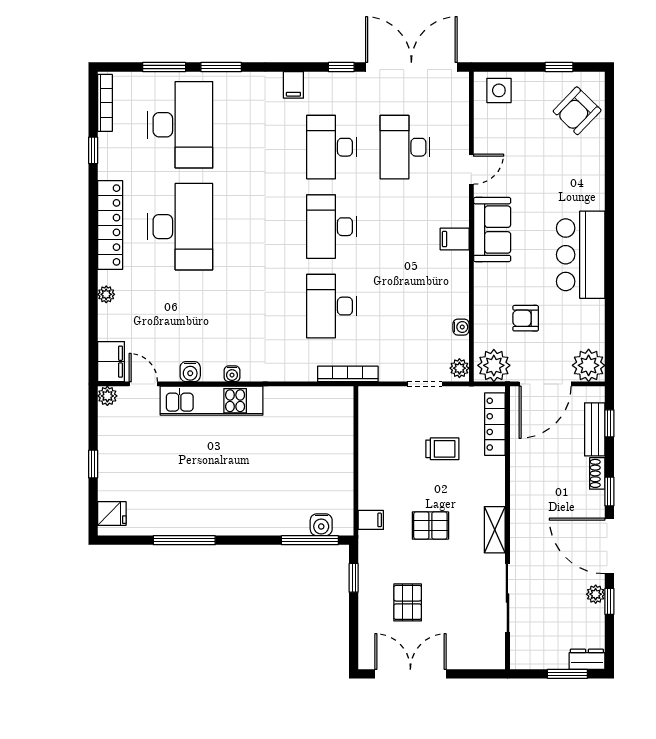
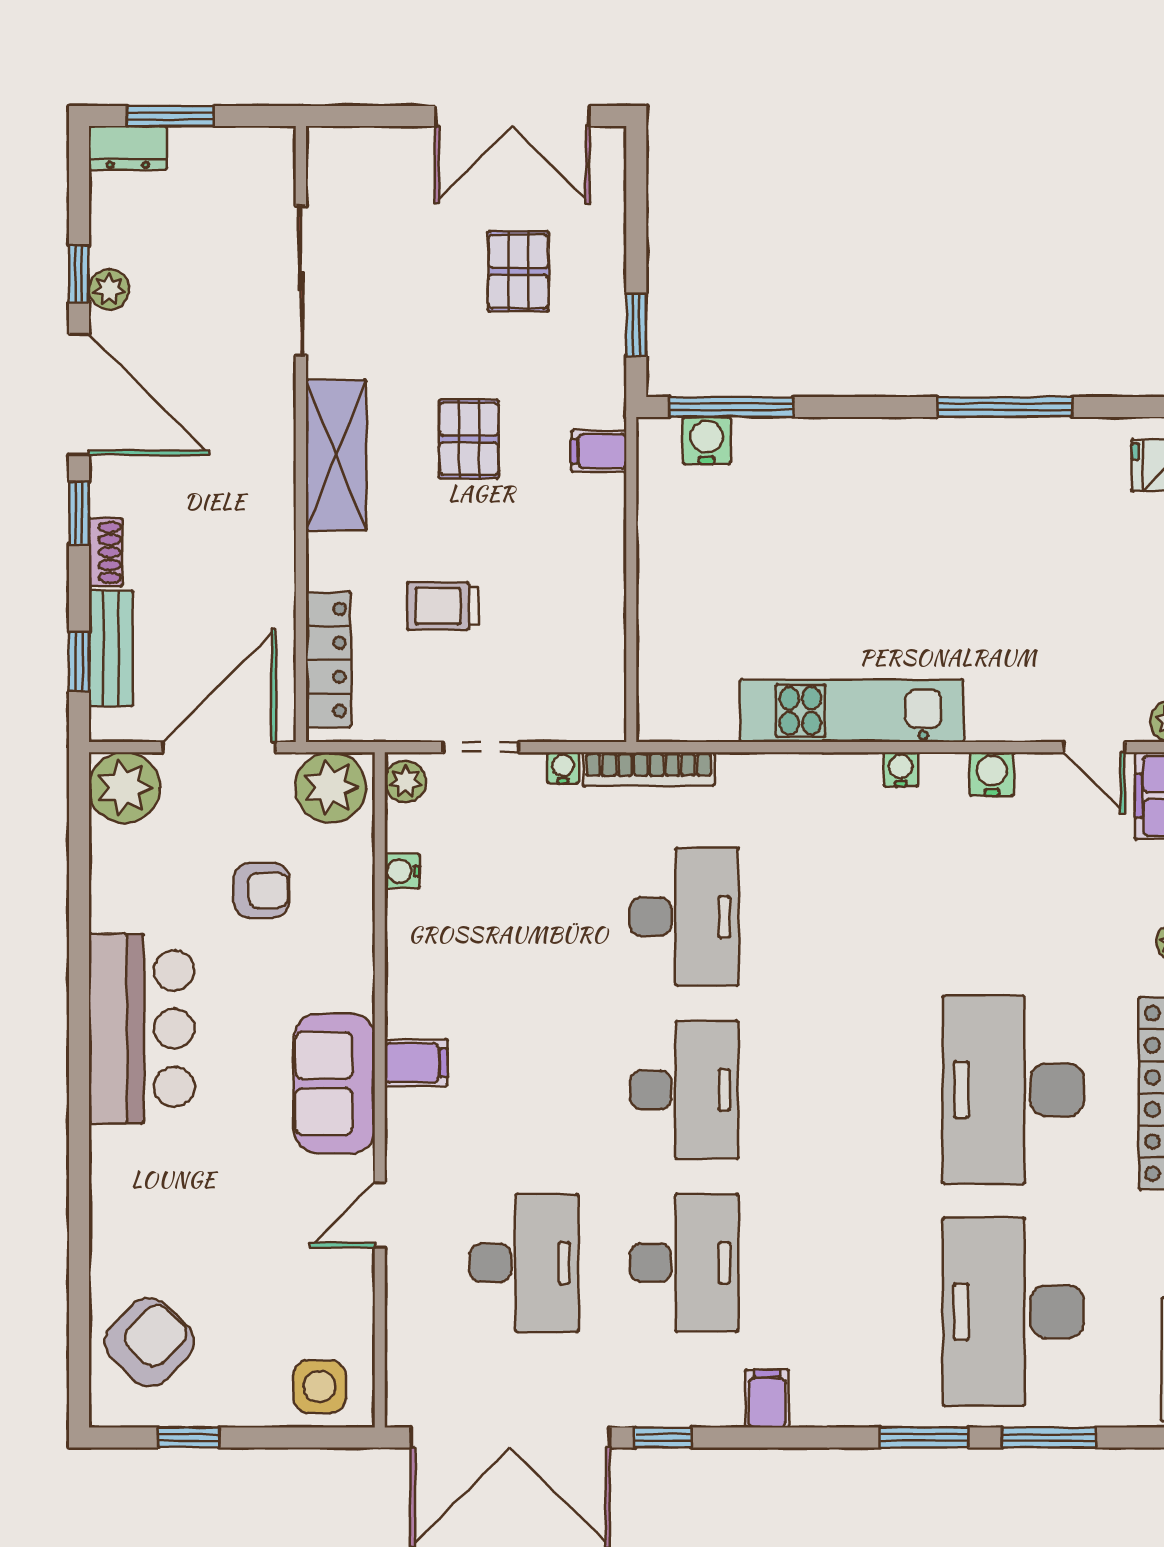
water cooler: (387, 375) -> (563, 768), added
kitchen unit: (212, 401) -> (852, 711), moved
pallet: (430, 526) -> (469, 439), turned 90
shelving: (495, 530) -> (336, 455), width x1.50, depth x1.33

